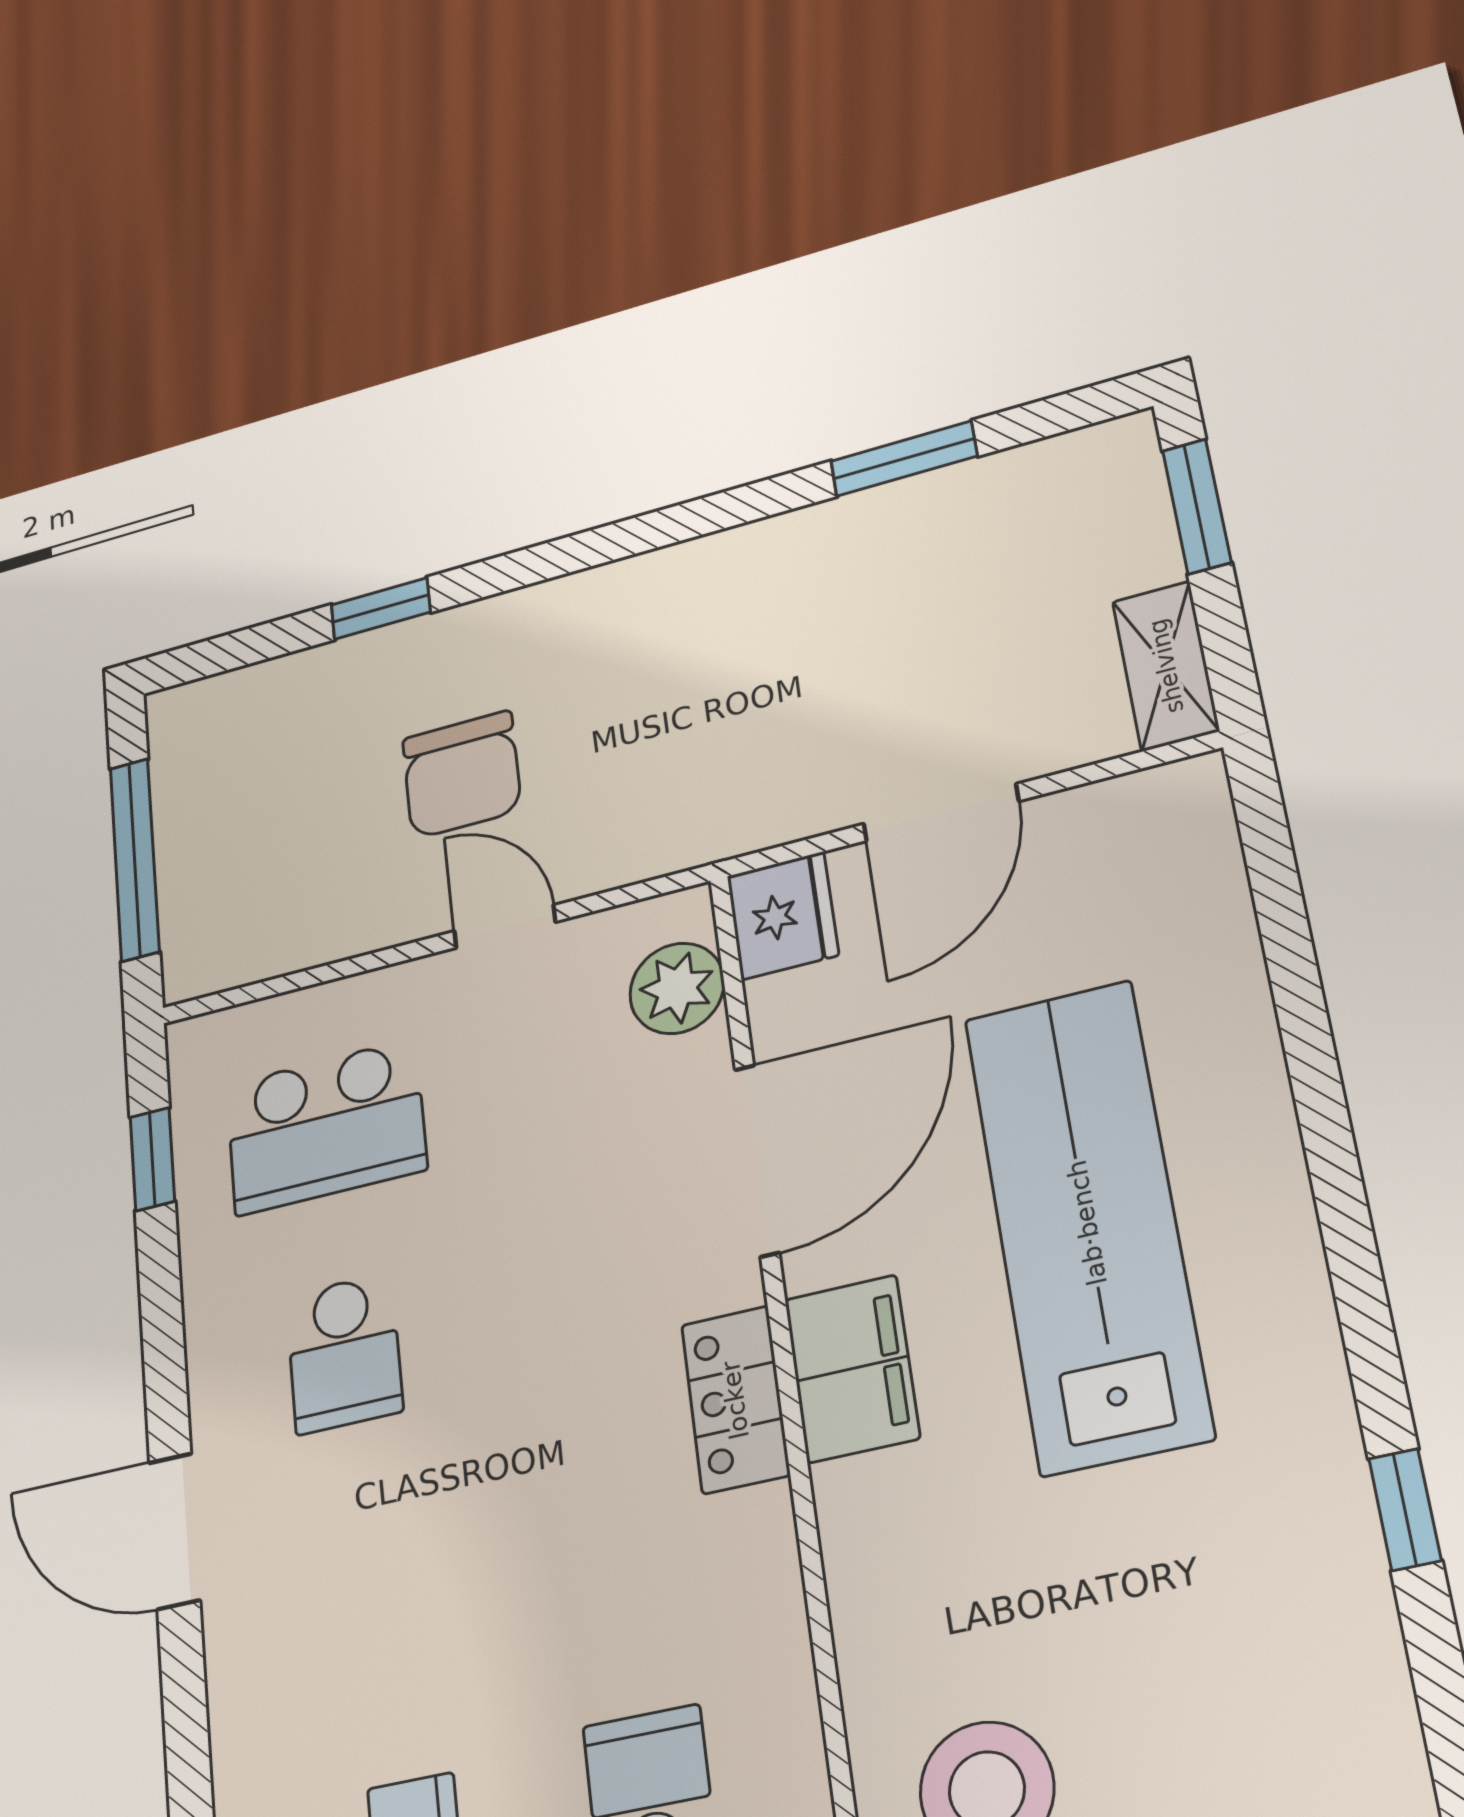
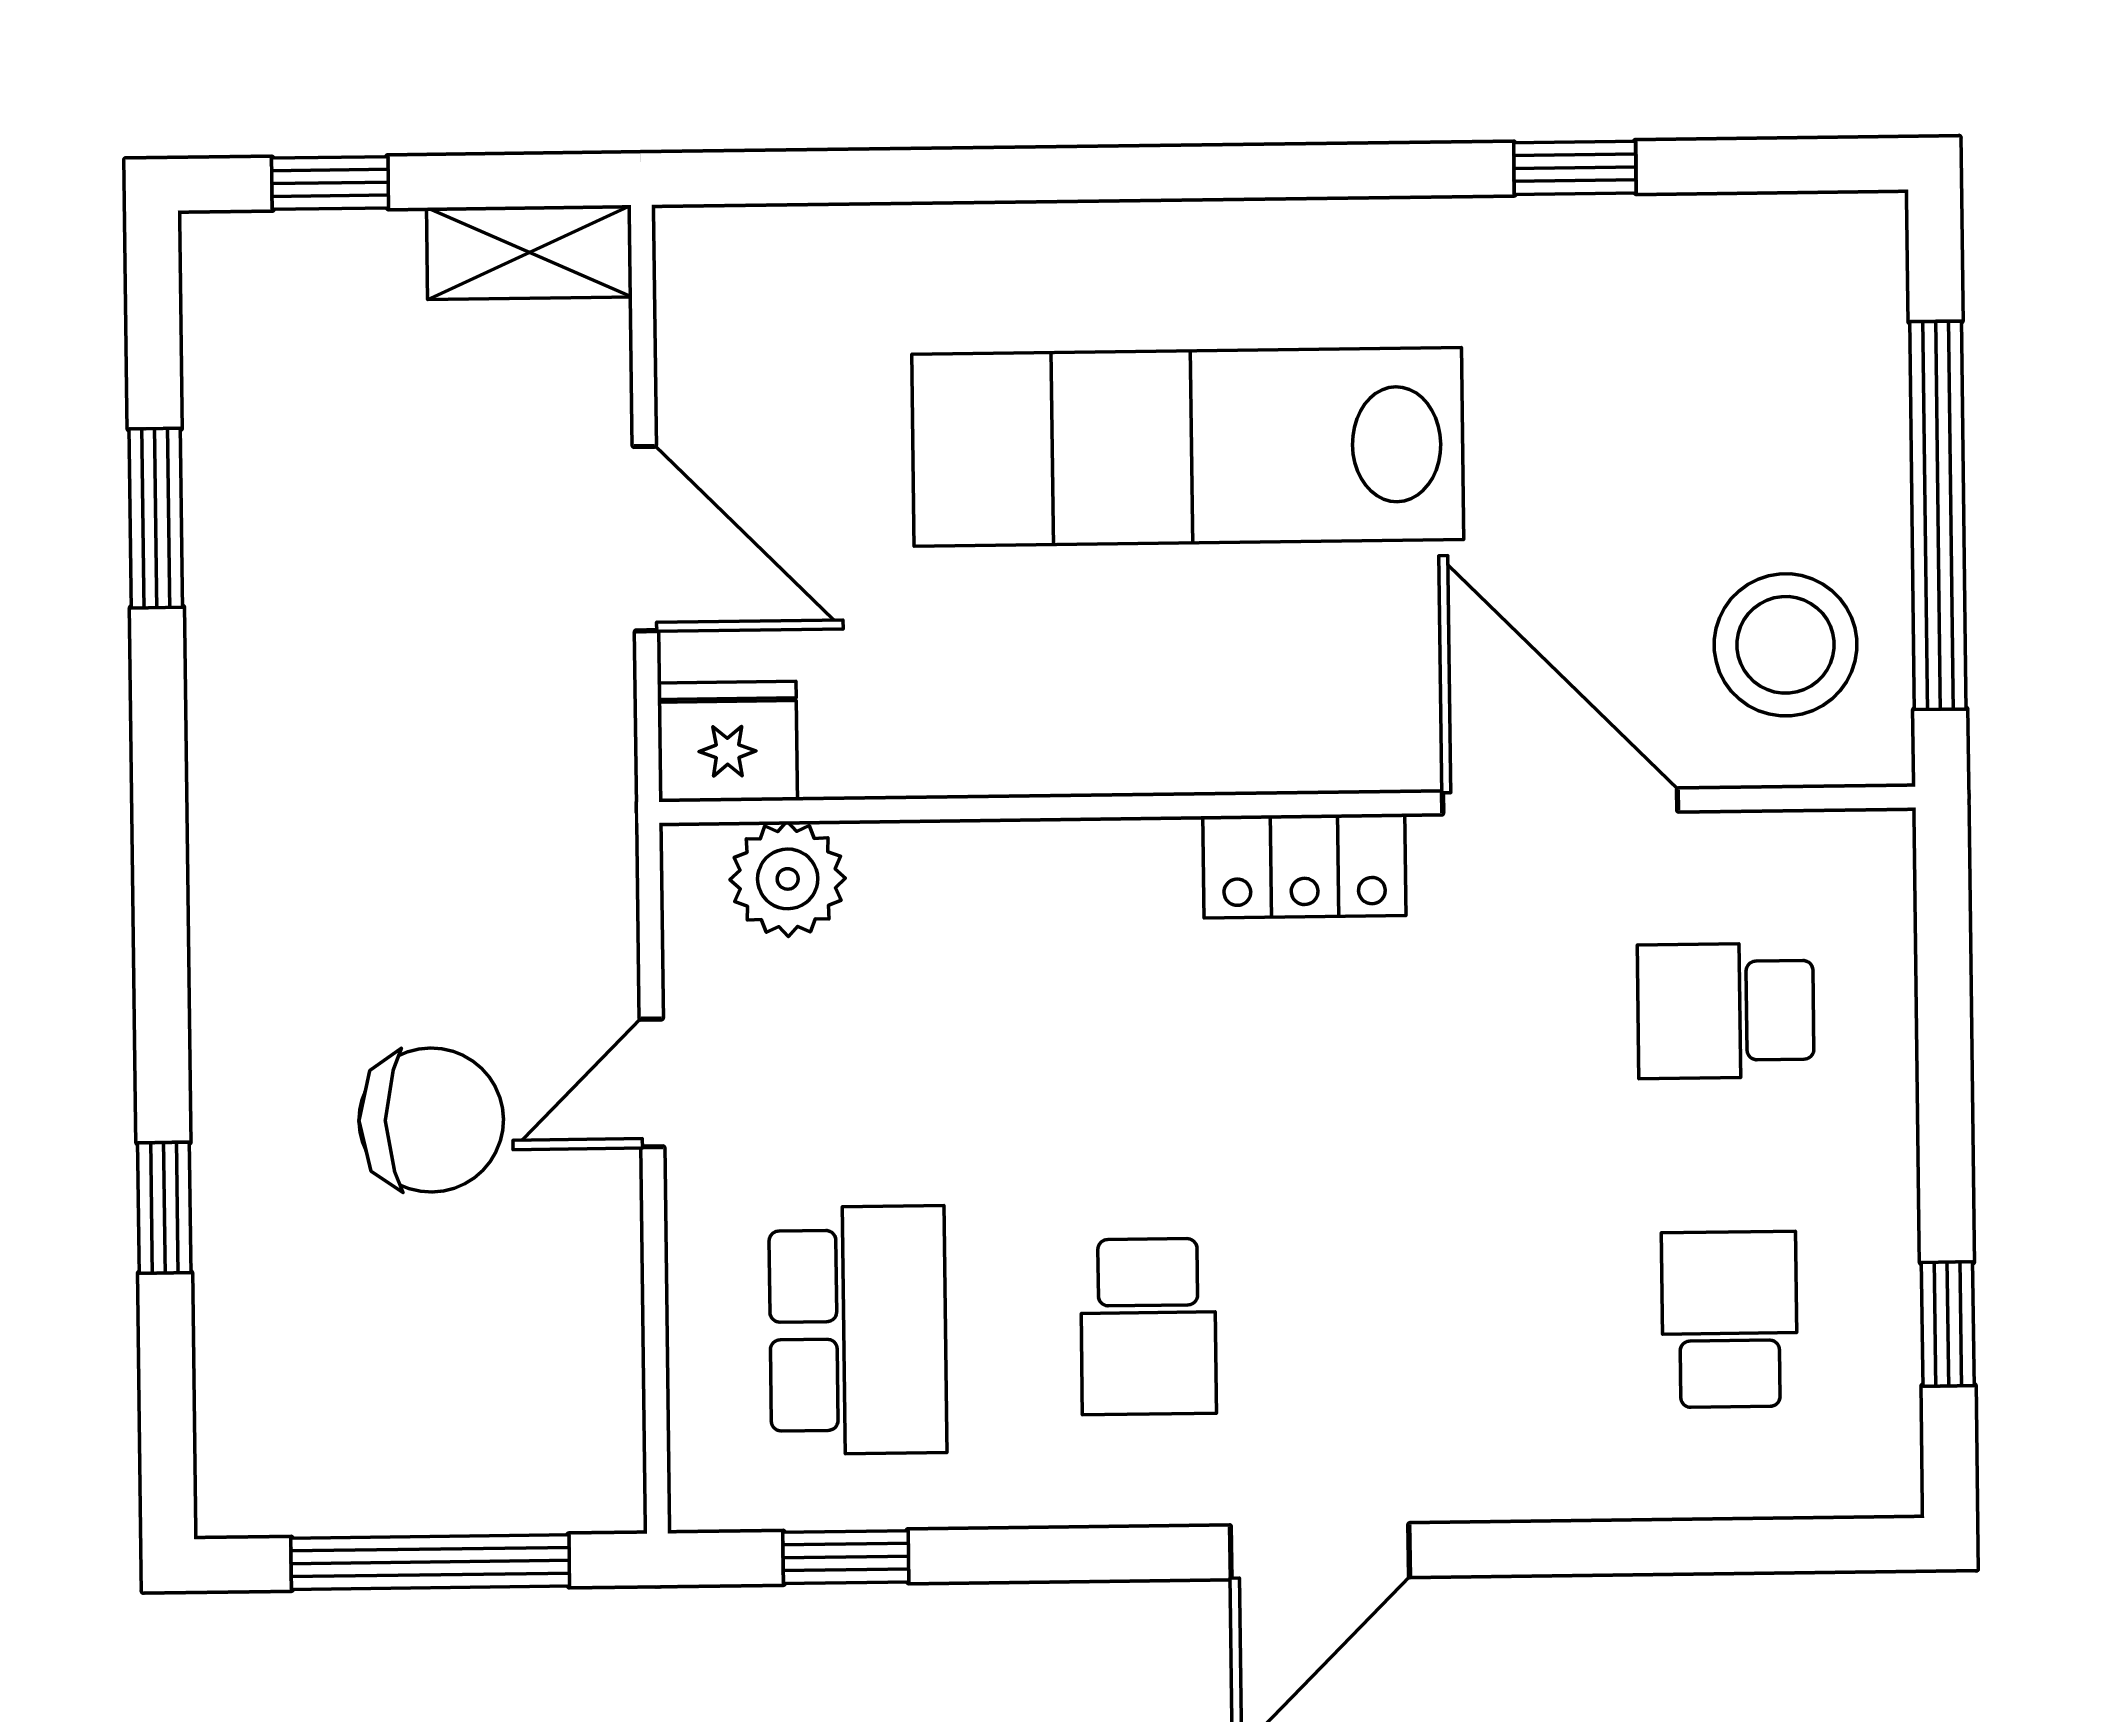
window: (1197, 506) -> (330, 183), width x0.67
door: (757, 1160) -> (1560, 801), moved
school desk: (344, 1353) -> (1148, 1327), turned 90
filing cabinet: (852, 1369) -> (1297, 730), removed

